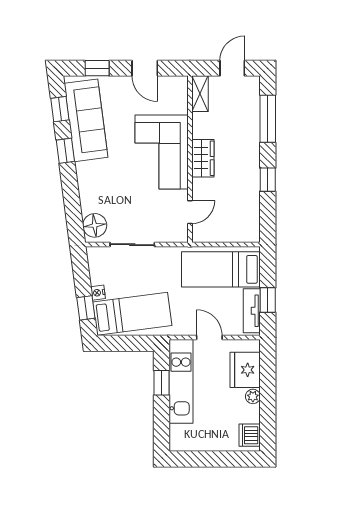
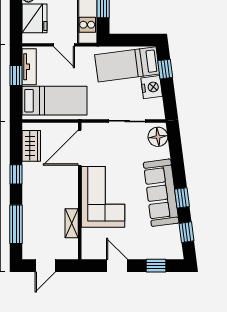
shelving: (200, 94) -> (72, 223), moved
sofa: (86, 120) -> (161, 193), moved
wardrobe: (203, 158) -> (31, 146), moved, turned 180
door: (190, 212) -> (80, 148), width x1.87
nightstand: (98, 293) -> (152, 87), width x1.89, depth x1.79

